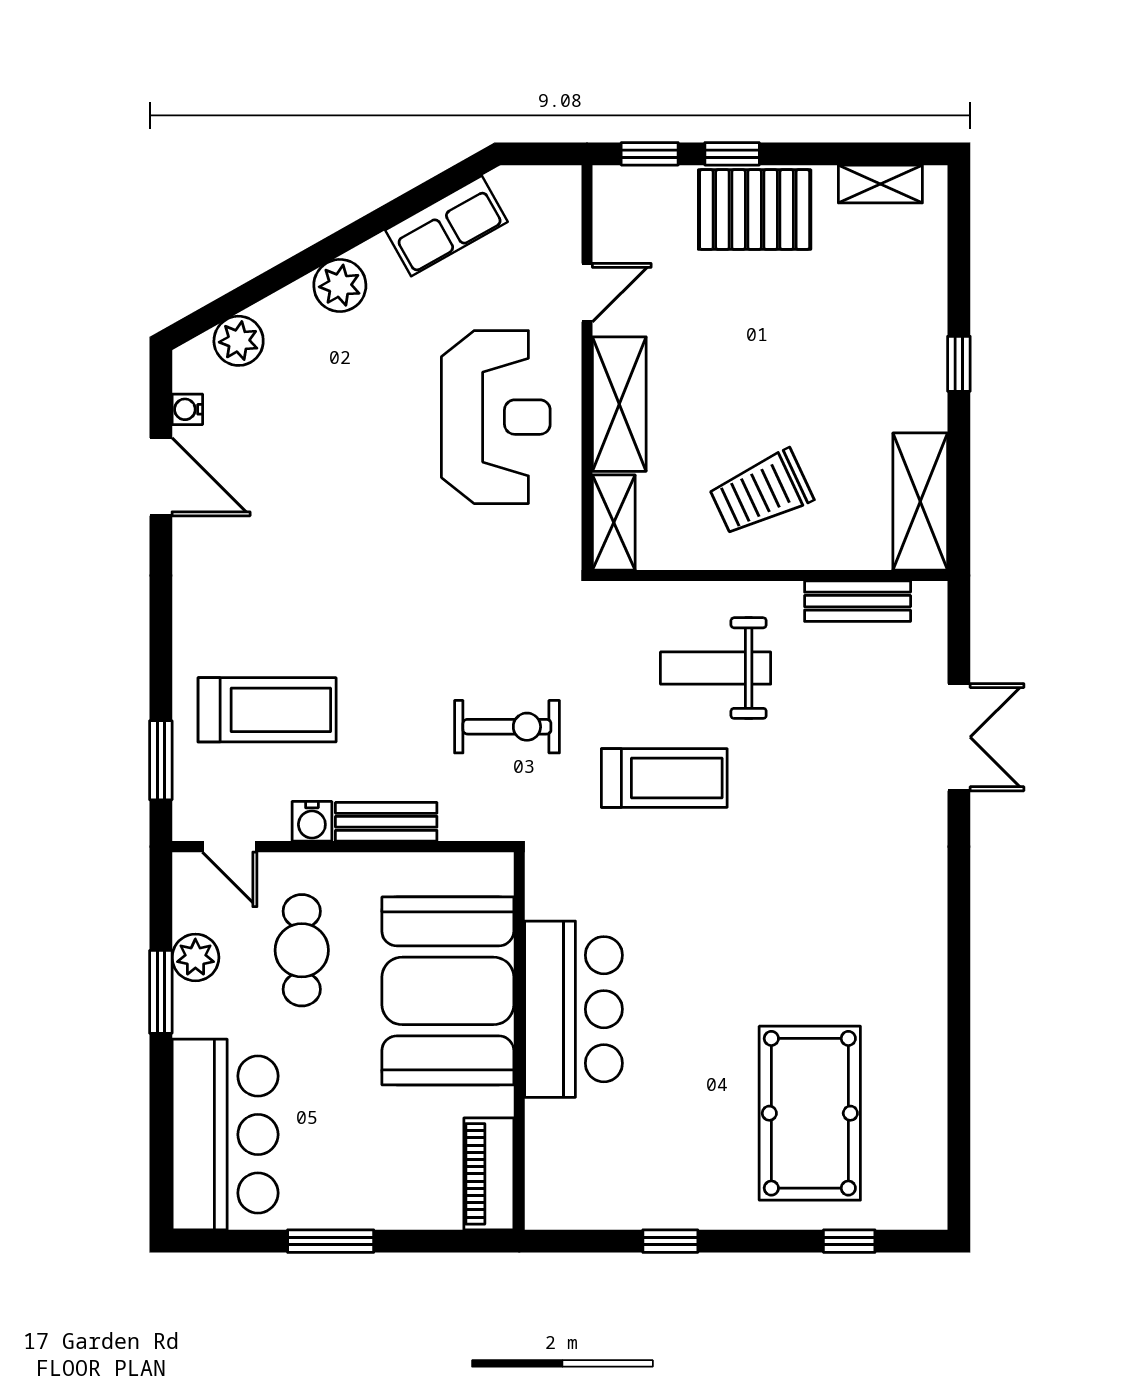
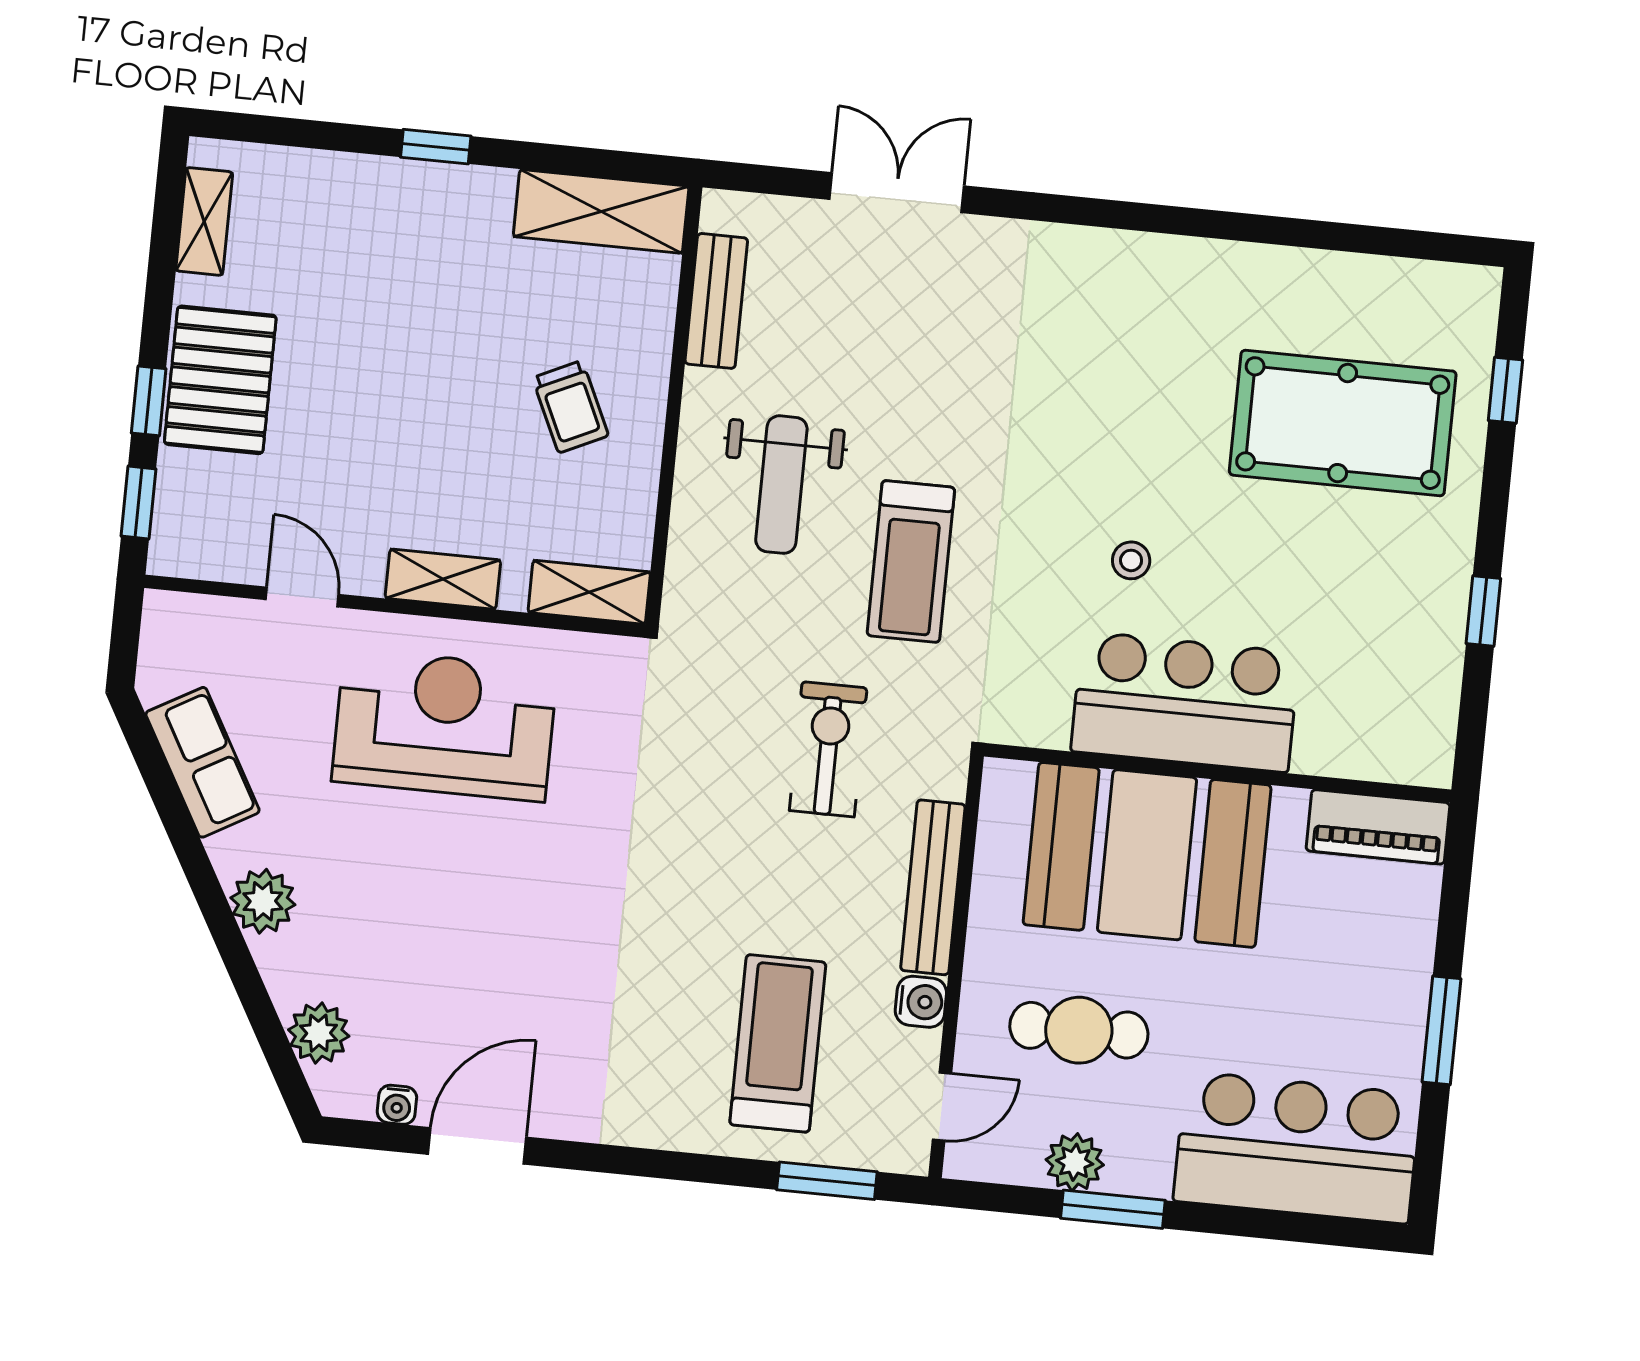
shelving: (619, 404) -> (443, 579), width x0.67, depth x0.75
trolley: (761, 493) -> (570, 407), width x0.73, depth x0.72
treadmill: (664, 778) -> (911, 561), turned 180
bench: (386, 822) -> (933, 887), width x1.36
stool: (683, 955) -> (1131, 560), added

